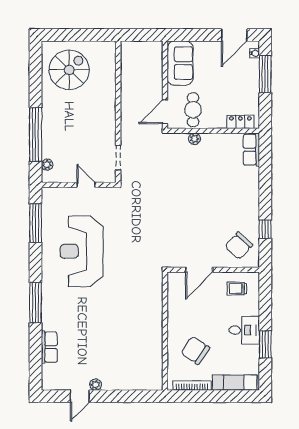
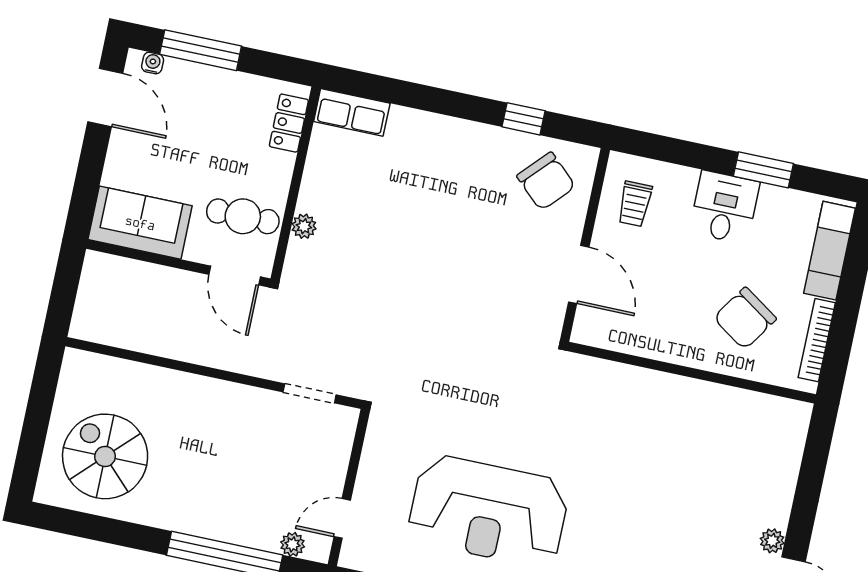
door: (86, 185) -> (342, 518), moved

